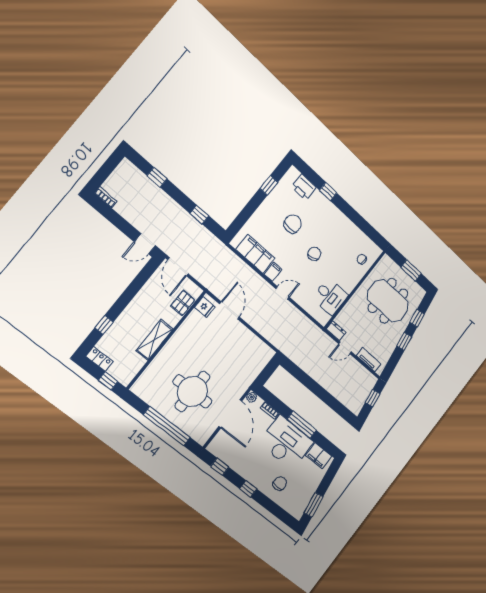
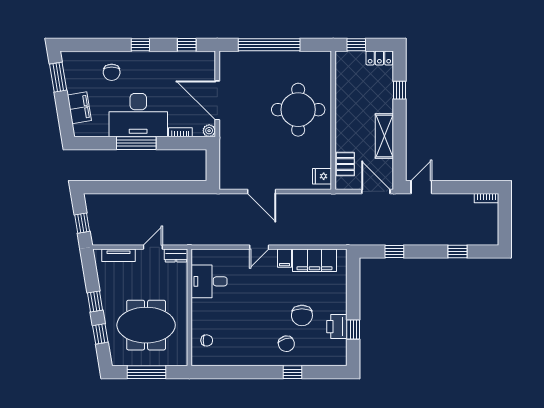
printer: (304, 187) -> (337, 327), moved, turned -90
chair: (314, 254) -> (286, 344), moved
window: (411, 270) -> (146, 372), width x1.44
door: (230, 310) -> (262, 191), moved
shelving: (155, 340) -> (384, 136), moved
round table: (192, 391) -> (298, 110), moved
filing cabinet: (319, 456) -> (79, 108), moved, turned 81

